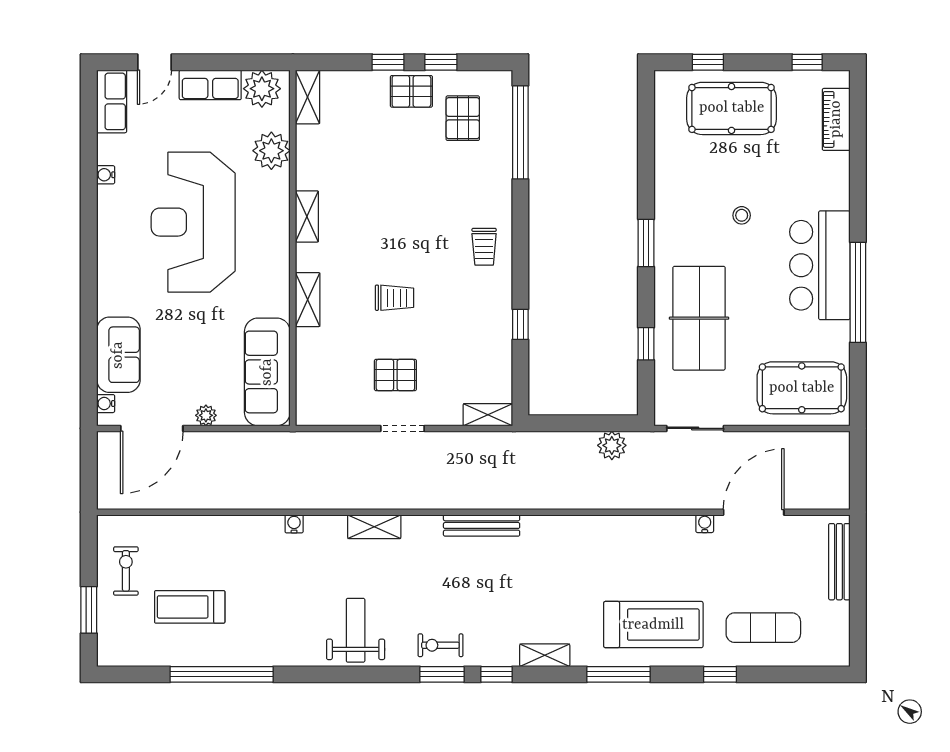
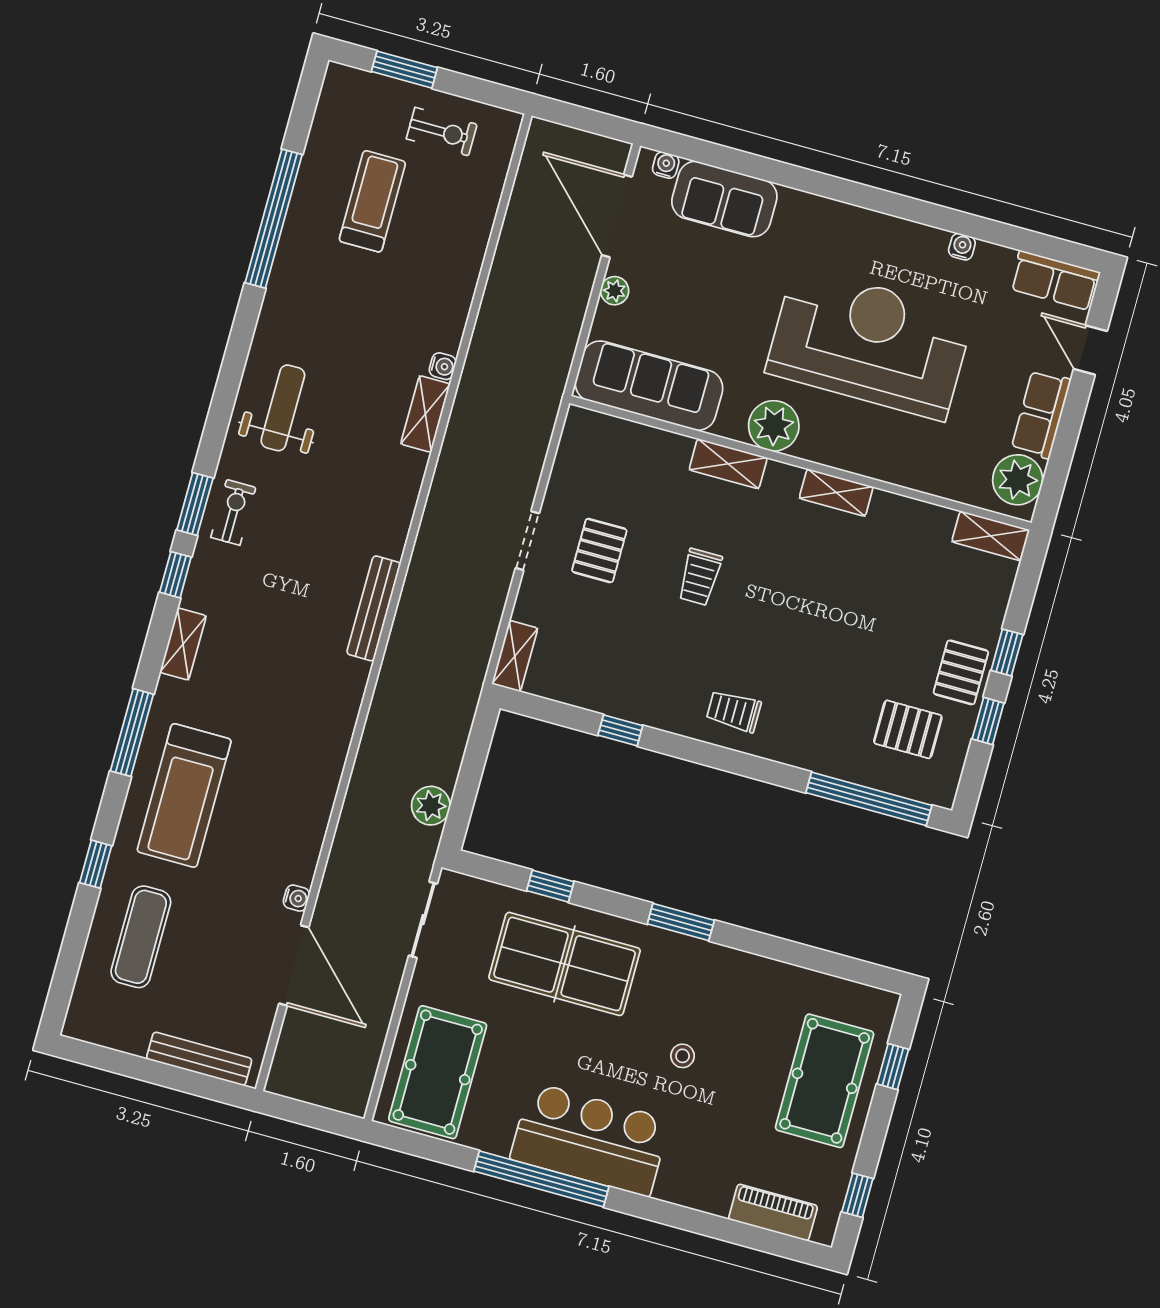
plant: (271, 151) -> (774, 426), moved
shelving: (374, 527) -> (425, 414), moved
weight bench: (356, 630) -> (283, 408), turned -90

